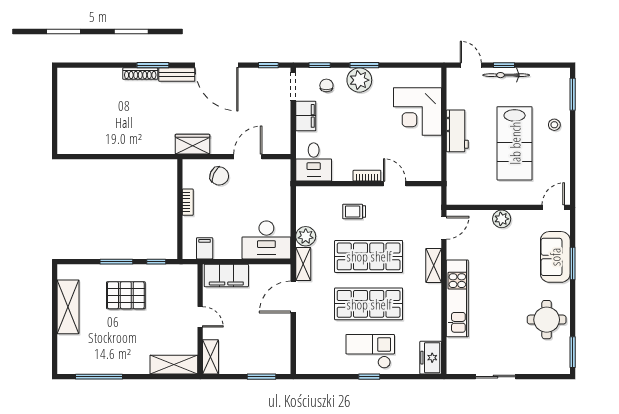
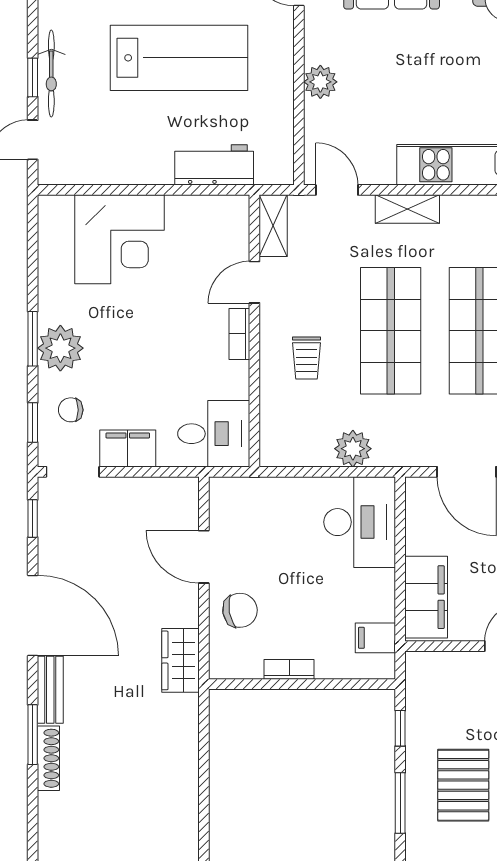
door: (217, 65) -> (33, 615), hinge flipped
workbench: (457, 131) -> (214, 165), moved
chair: (219, 176) -> (240, 610), turned 55
shelving: (303, 264) -> (273, 226), moved, turned 90

